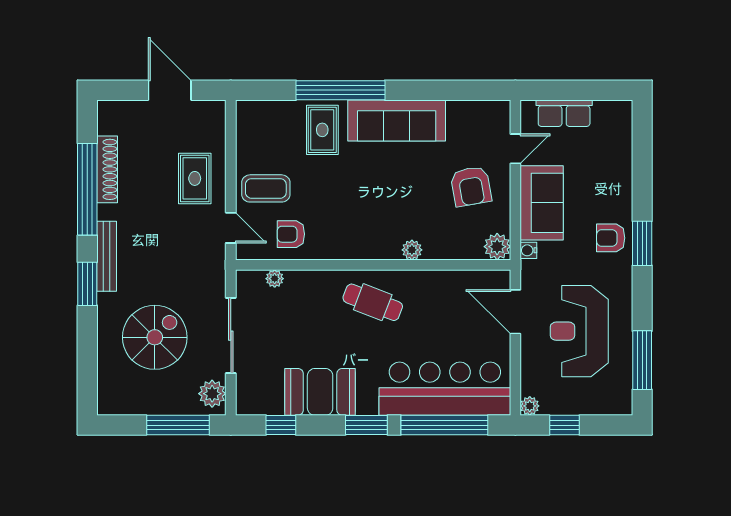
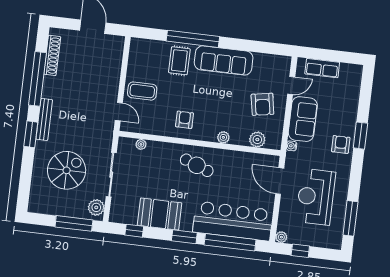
shoe rack: (107, 169) -> (52, 55), moved
rug: (195, 178) -> (101, 80), removed
armchair: (291, 234) -> (184, 120), moved, turned 90
armchair: (611, 238) -> (341, 144), turned 90
window: (642, 243) -> (360, 136), moved
plant: (497, 247) -> (257, 140), moved

